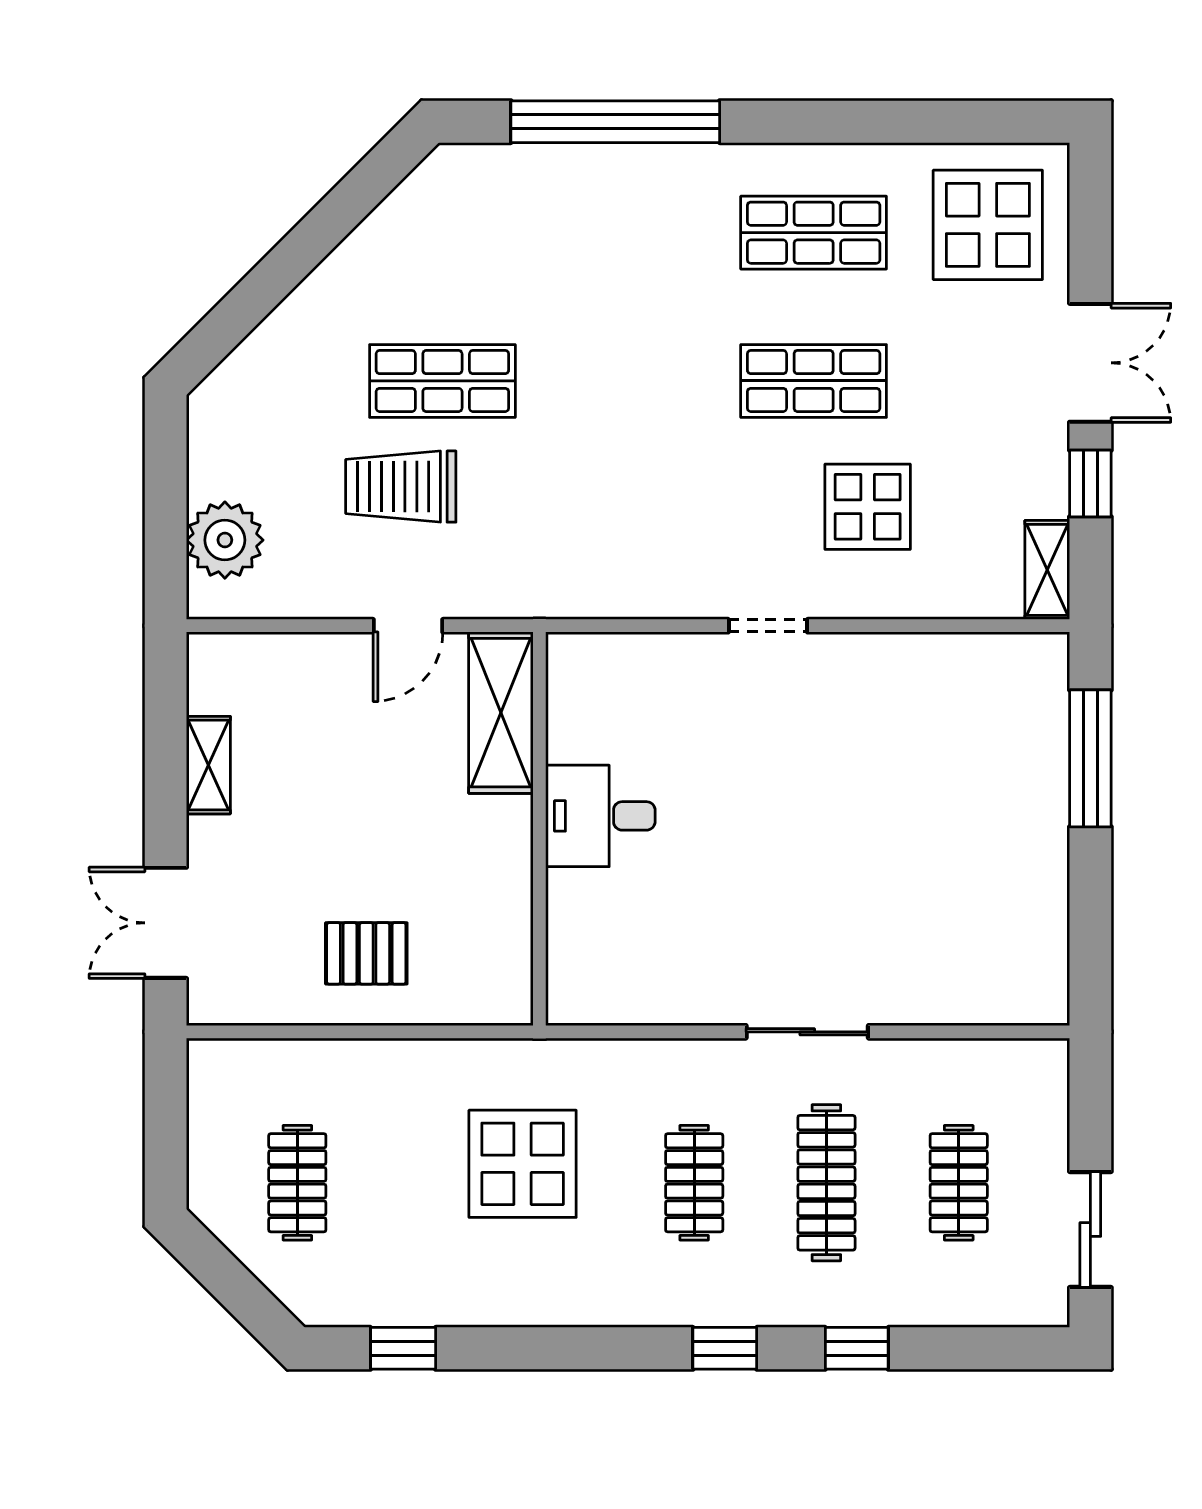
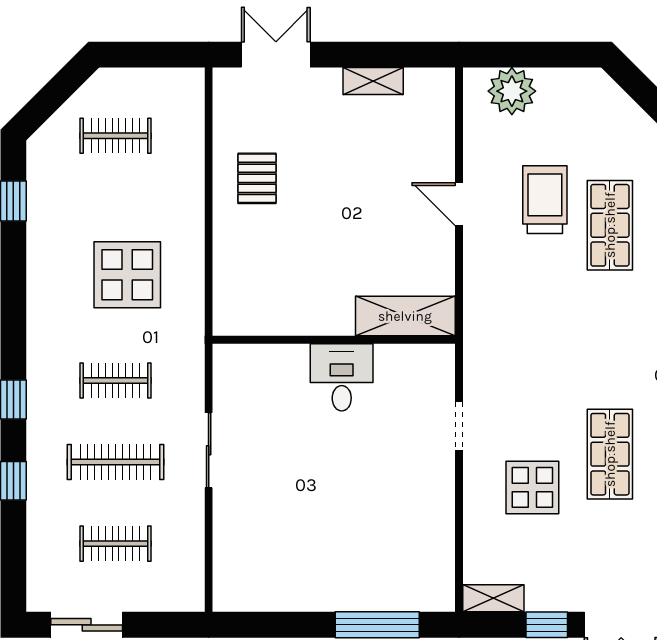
shelving: (501, 713) -> (405, 316), moved
desk: (600, 816) -> (342, 377), moved
wall: (539, 829) -> (334, 340), moved

